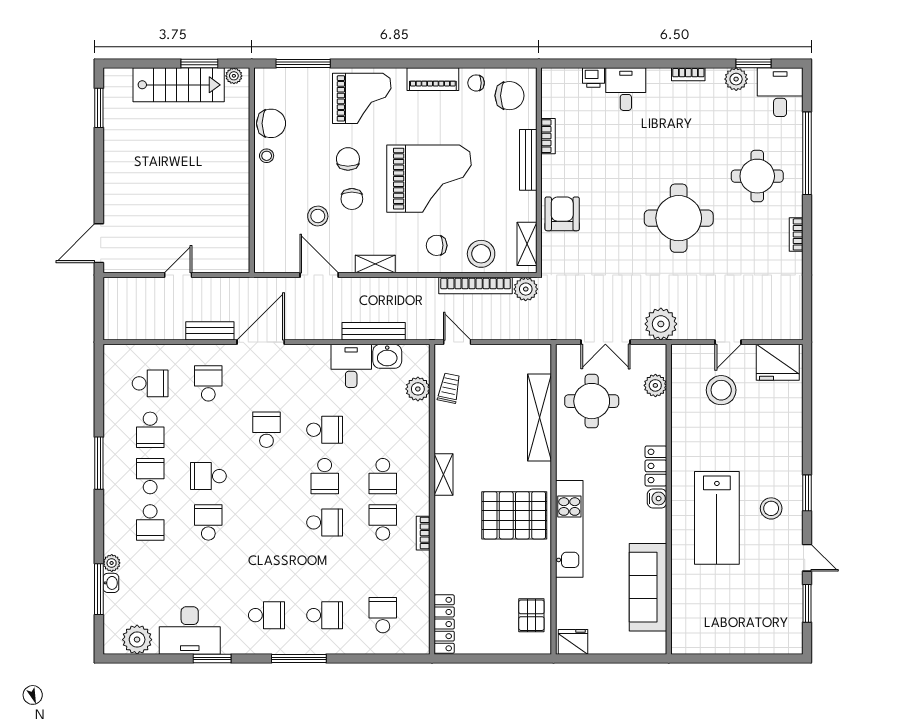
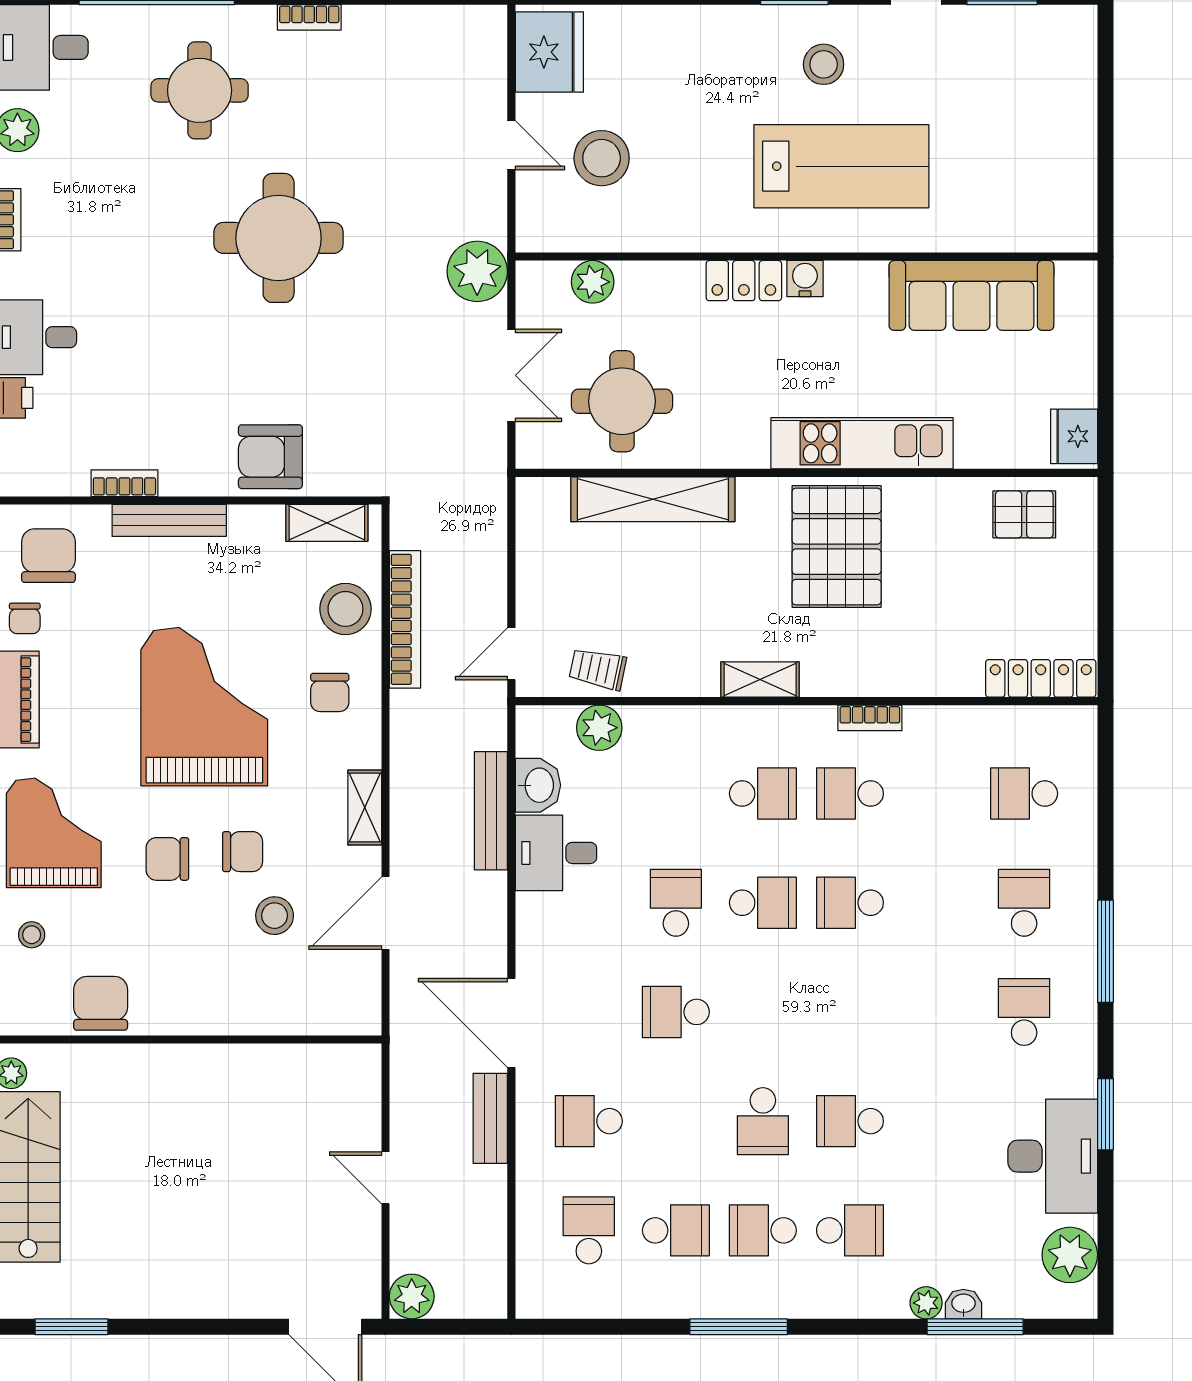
stool: (267, 156) -> (32, 935), moved
plant: (526, 289) -> (412, 1296), moved
school desk: (325, 522) -> (850, 903), turned -90

